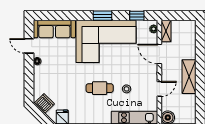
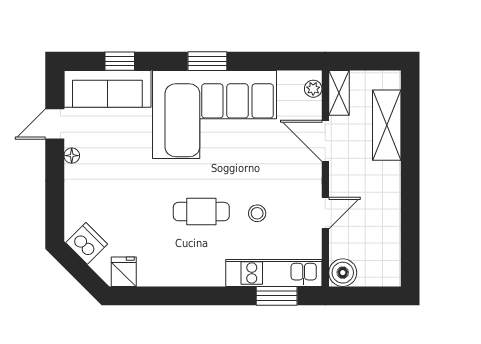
window: (137, 16) -> (120, 61), moved
door: (29, 46) -> (55, 124), hinge flipped
shelving: (189, 77) -> (387, 125), moved

